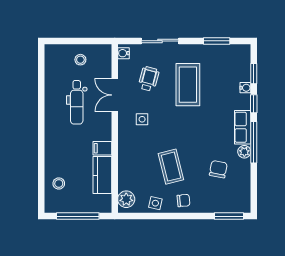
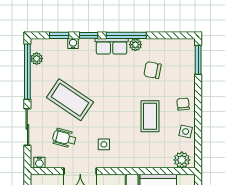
window: (217, 41) -> (27, 72), width x2.11
plant: (230, 50) -> (37, 59), added
coffee table: (188, 85) -> (70, 100), turned 34
coffee table: (171, 167) -> (150, 116), turned -76

